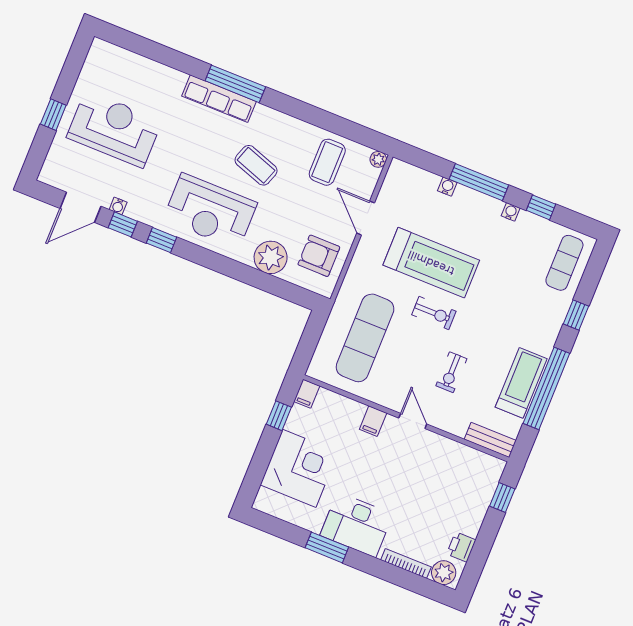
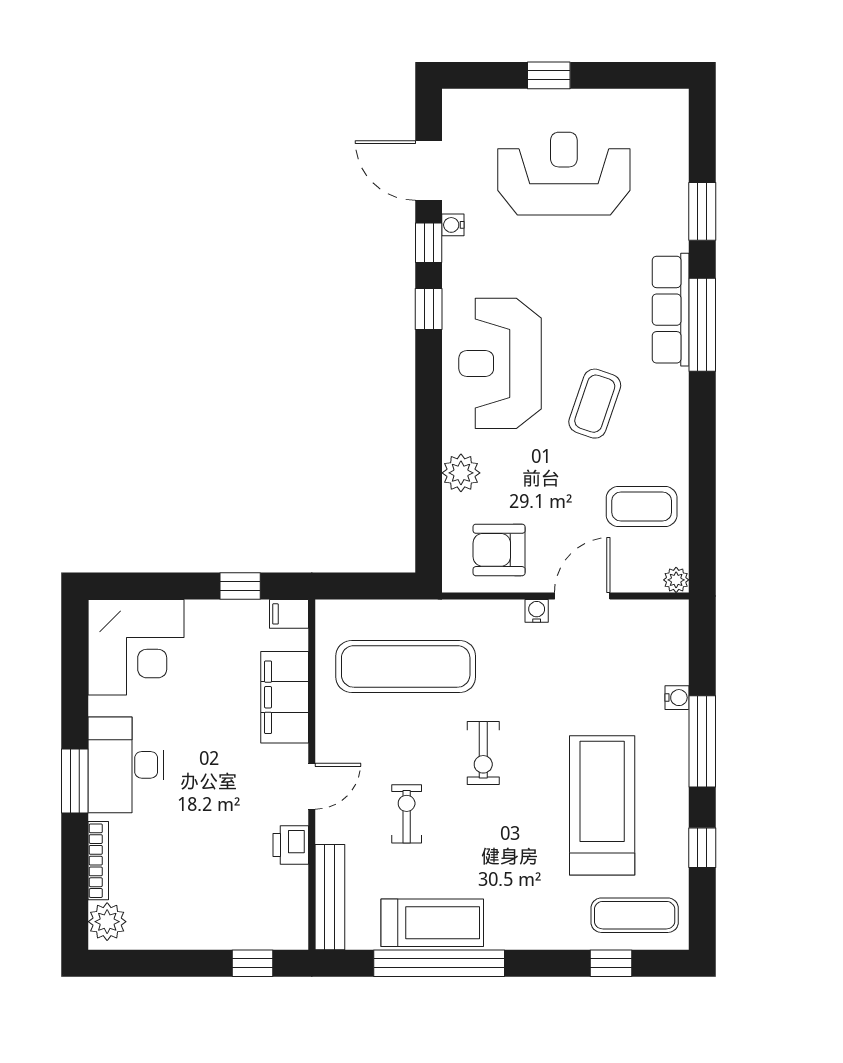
window: (169, 57) -> (702, 211), added
reception desk: (114, 129) -> (564, 174), turned -90
water cooler: (511, 212) -> (537, 611), moved, turned -90
armchair: (319, 256) -> (499, 550), turned -90
plant: (271, 257) -> (461, 473), width x0.73, depth x0.73
treadmill: (431, 263) -> (602, 805), moved, turned 180
window: (576, 315) -> (611, 963), moved
exercise bike: (451, 372) -> (407, 814), turned 90
filing cabinet: (373, 421) -> (285, 697), width x3.00, depth x1.17
bench: (490, 440) -> (330, 897), width x1.36
corner desk: (299, 468) -> (136, 647), moved
window: (327, 547) -> (75, 781), moved
printer: (461, 547) -> (291, 845), moved, turned -90

